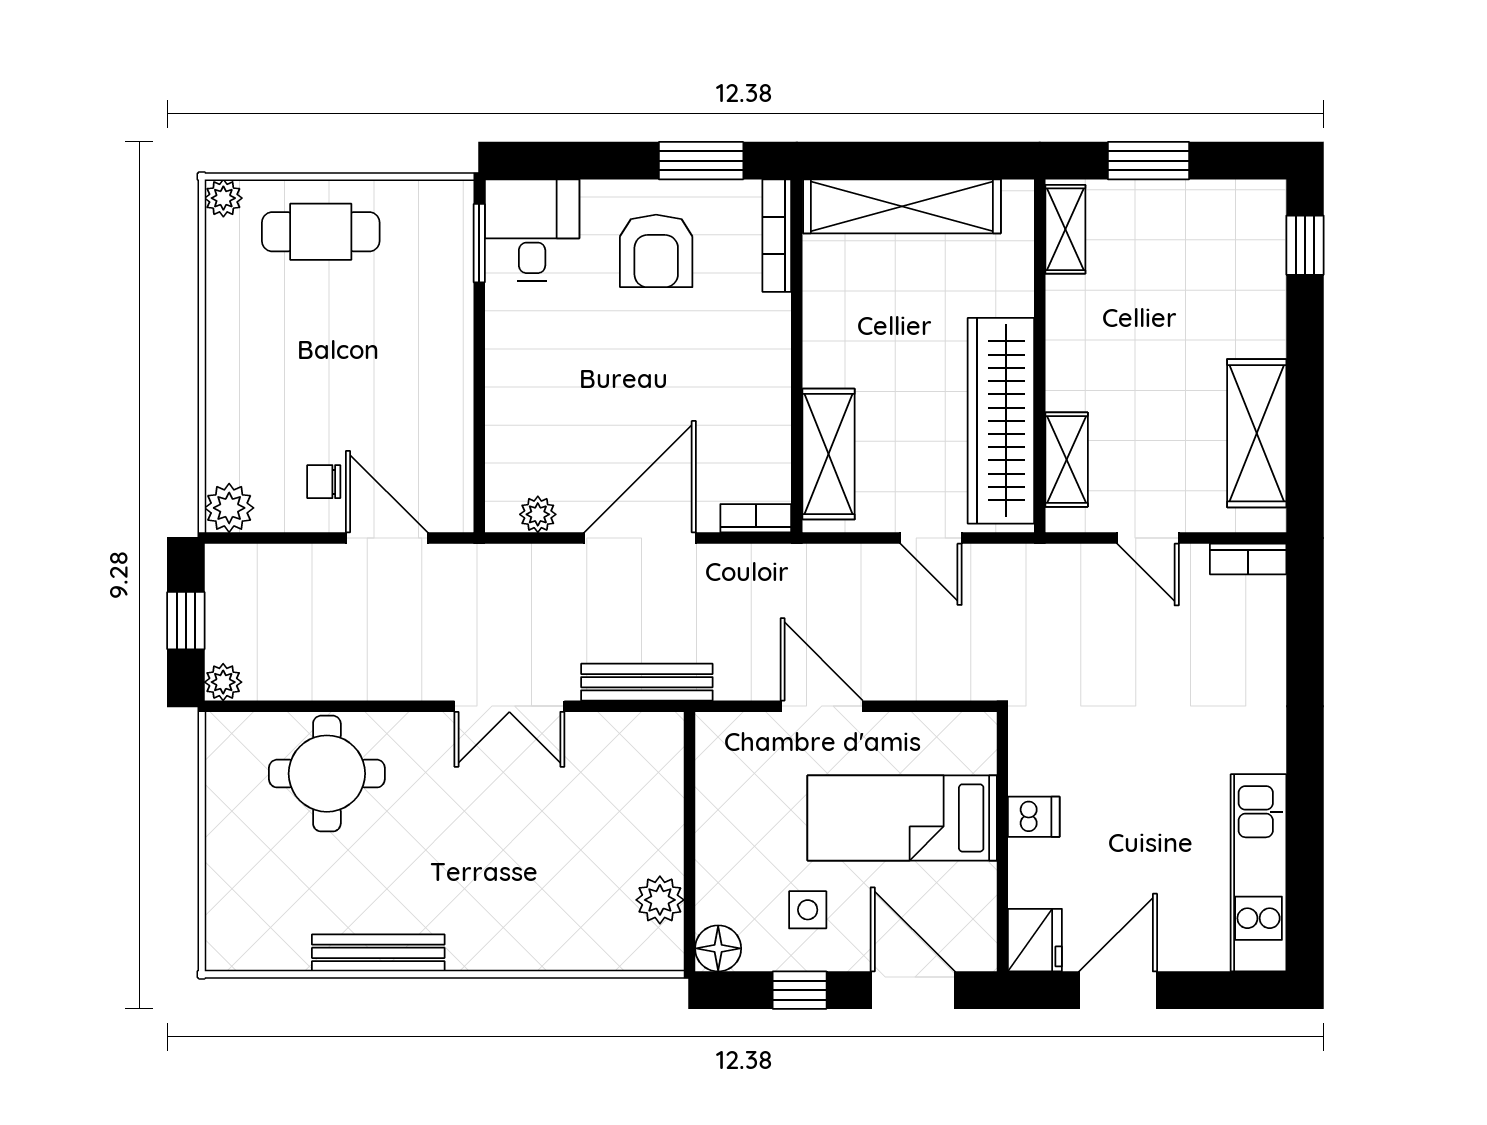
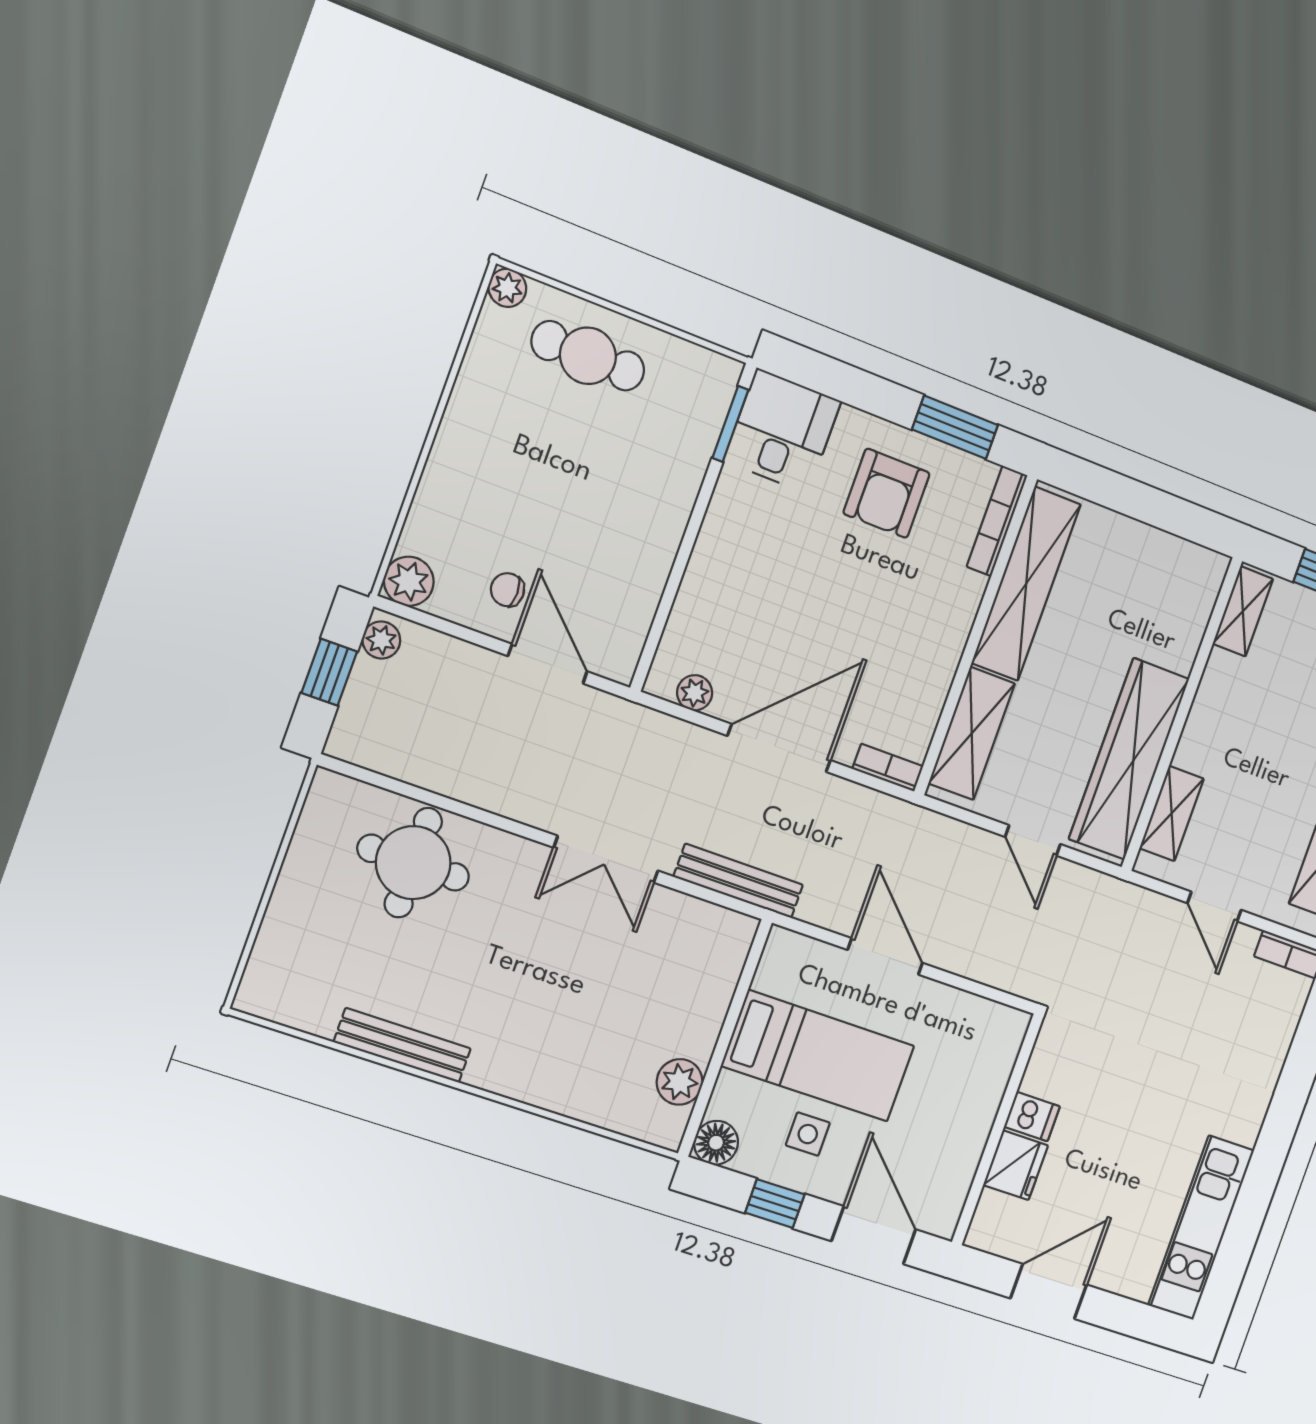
shelving: (902, 206) -> (1026, 584), moved, turned 90
plant: (223, 682) -> (381, 640), moved
bed: (902, 818) -> (818, 1056), moved, turned 180
fridge: (1035, 940) -> (1016, 1165), moved

